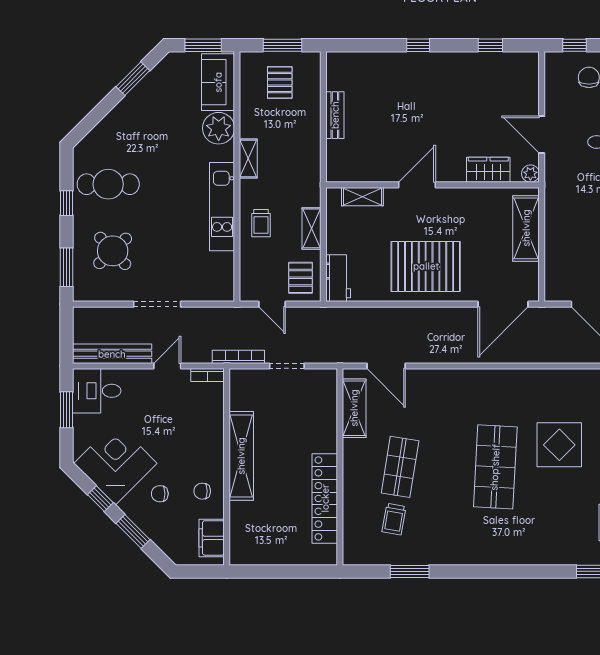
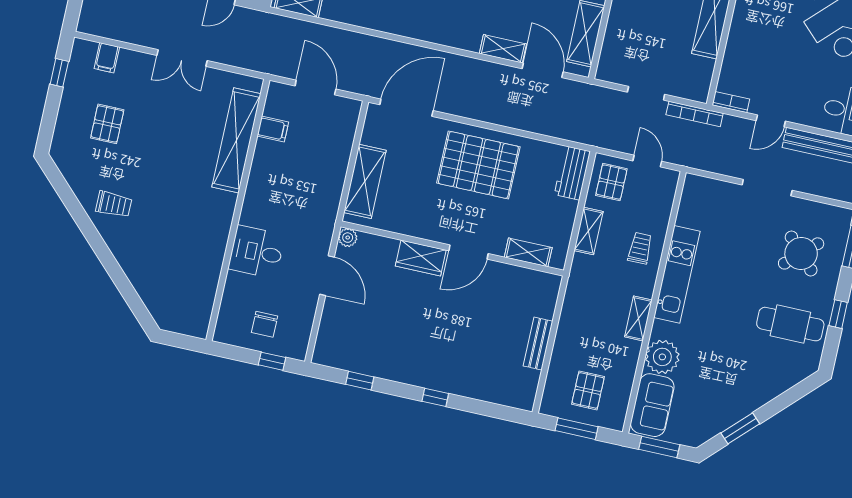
wardrobe: (488, 170) -> (421, 258), moved
shelving: (427, 378) -> (503, 49), added

